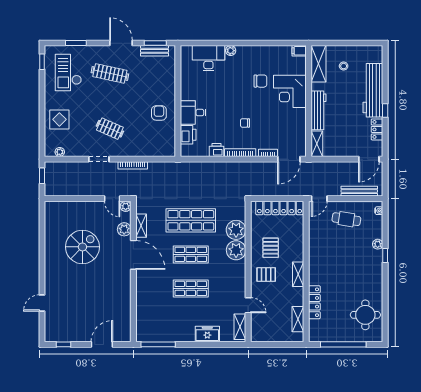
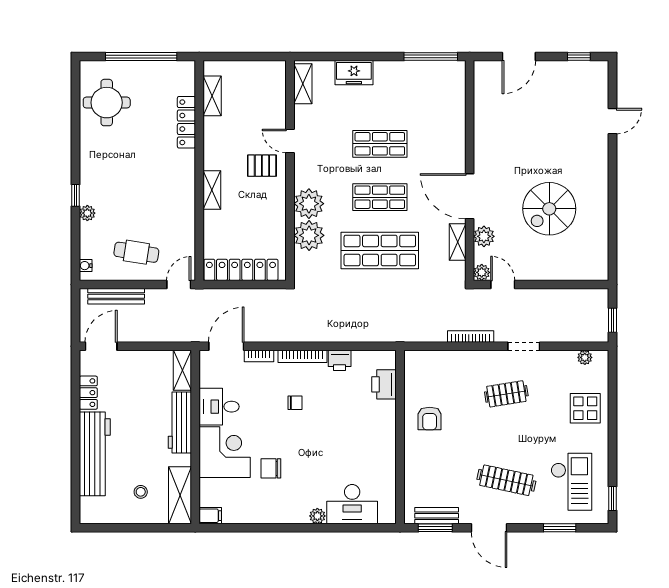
window: (385, 111) -> (76, 422), removed
desk: (193, 113) -> (219, 407), moved, turned 180
clothes rail: (110, 129) -> (506, 394), turned -33
pallet: (271, 248) -> (255, 208), removed
shelving: (298, 274) -> (212, 190), moved
door: (248, 305) -> (290, 141), moved

